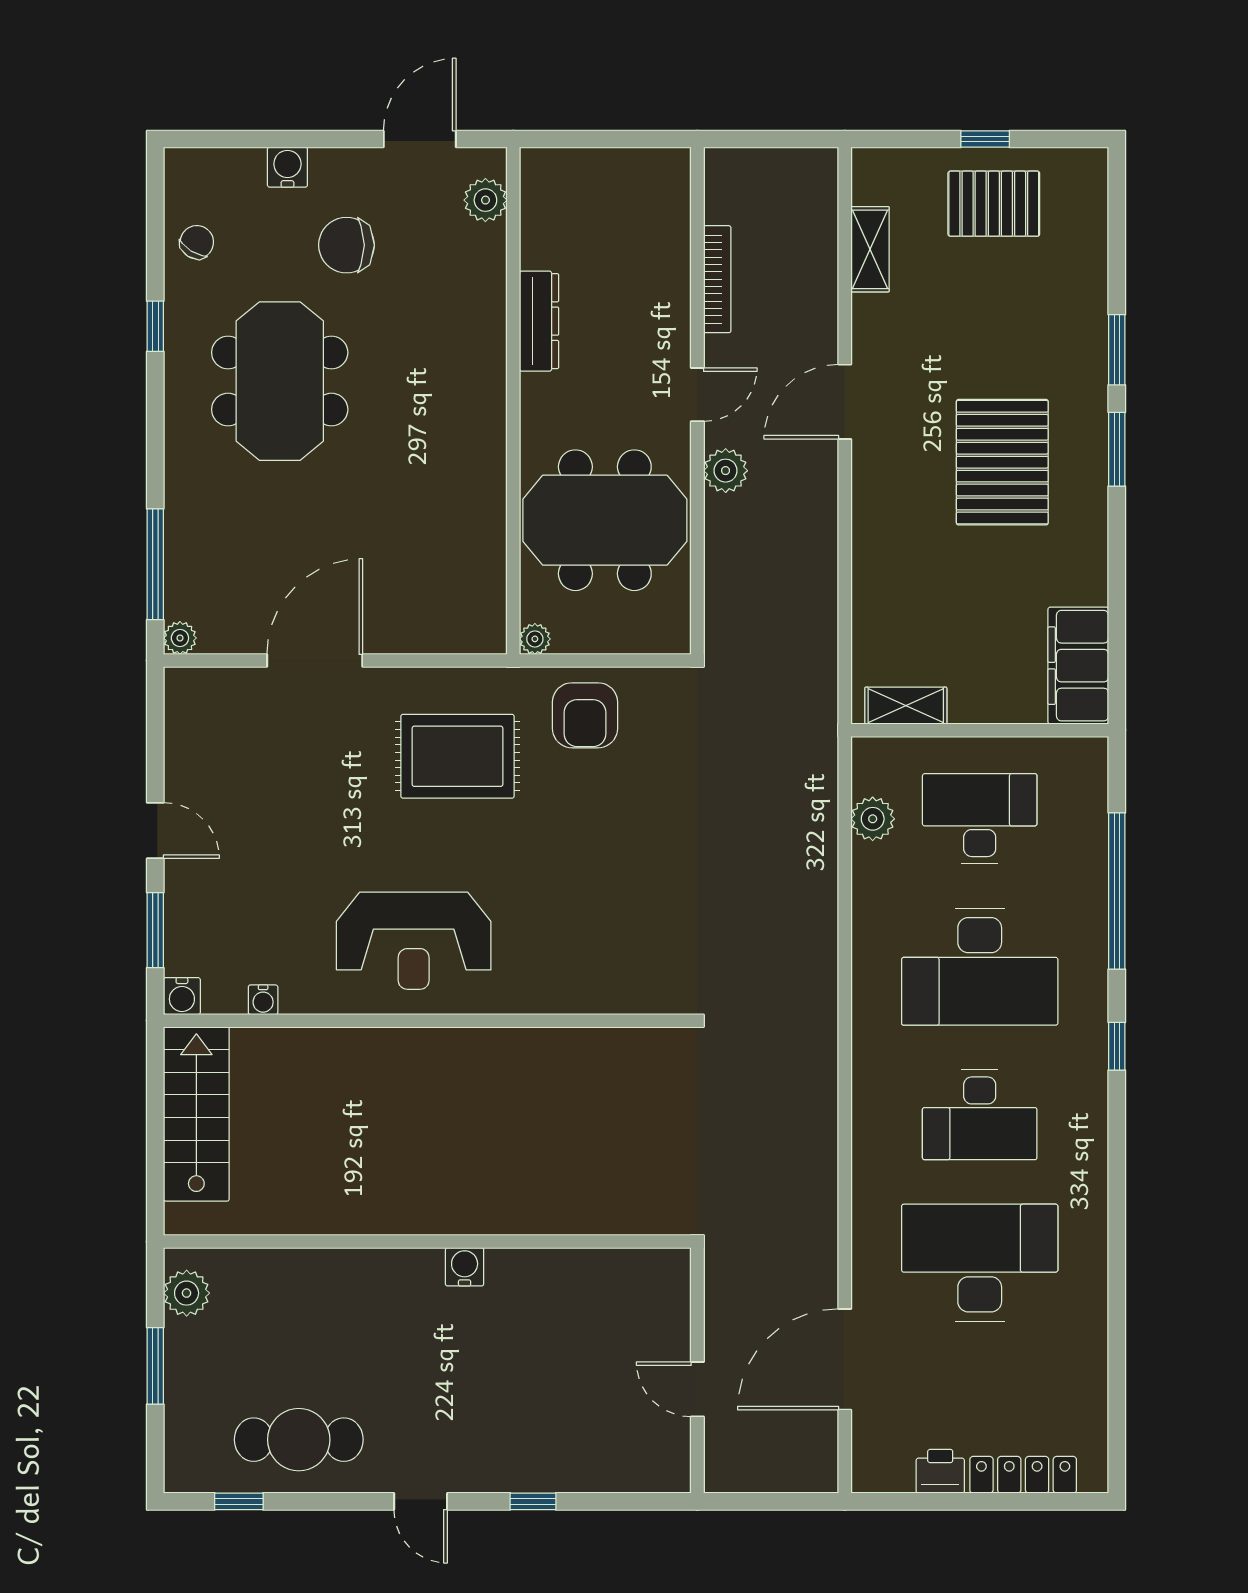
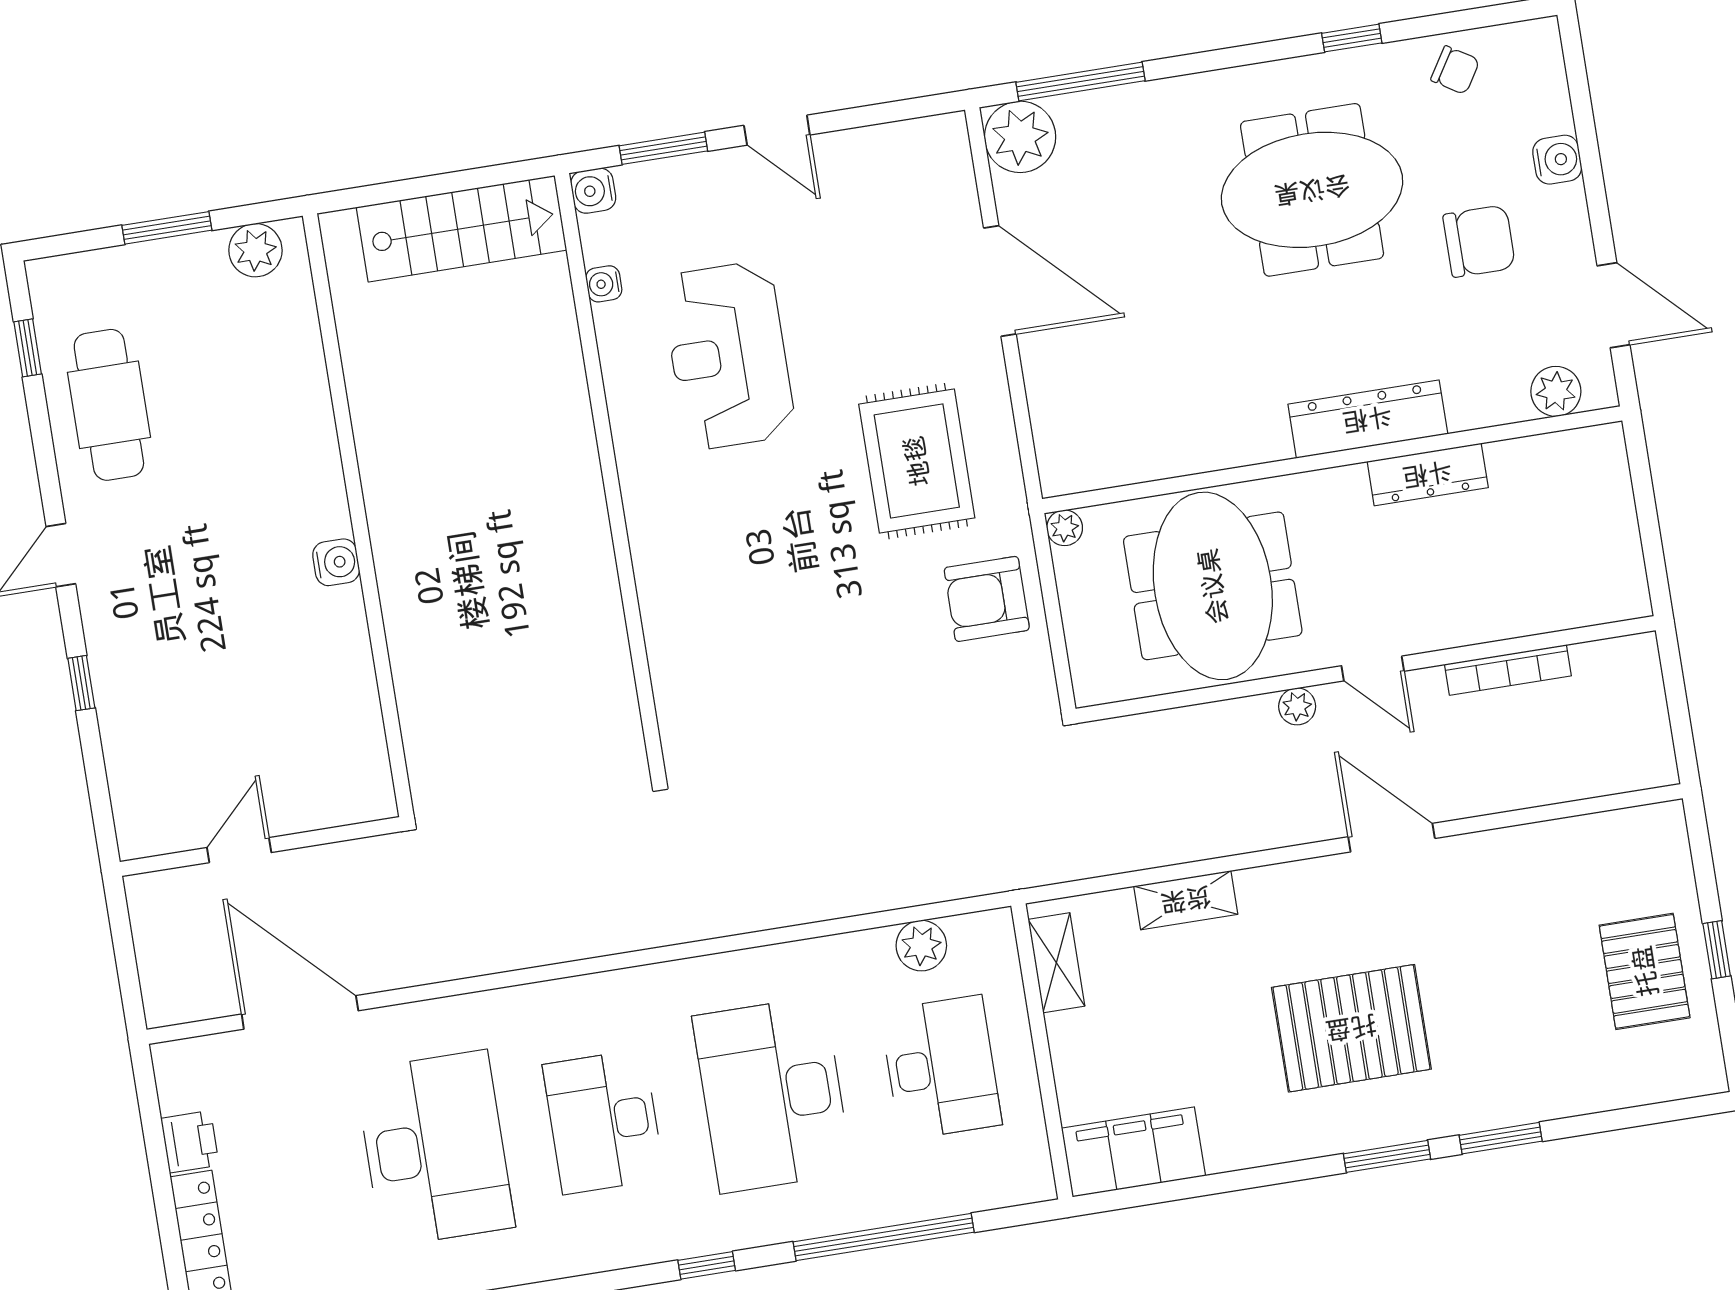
chair: (346, 245) -> (1479, 241), turned 90
shelving: (870, 249) -> (1186, 900), moved
dresser: (483, 365) -> (1368, 419), added
plant: (726, 471) -> (1297, 706), width x0.73, depth x0.73
plant: (180, 638) -> (1020, 137), width x1.87, depth x1.87
door: (155, 831) -> (777, 130), hinge flipped
reception desk: (414, 941) -> (728, 356), moved

